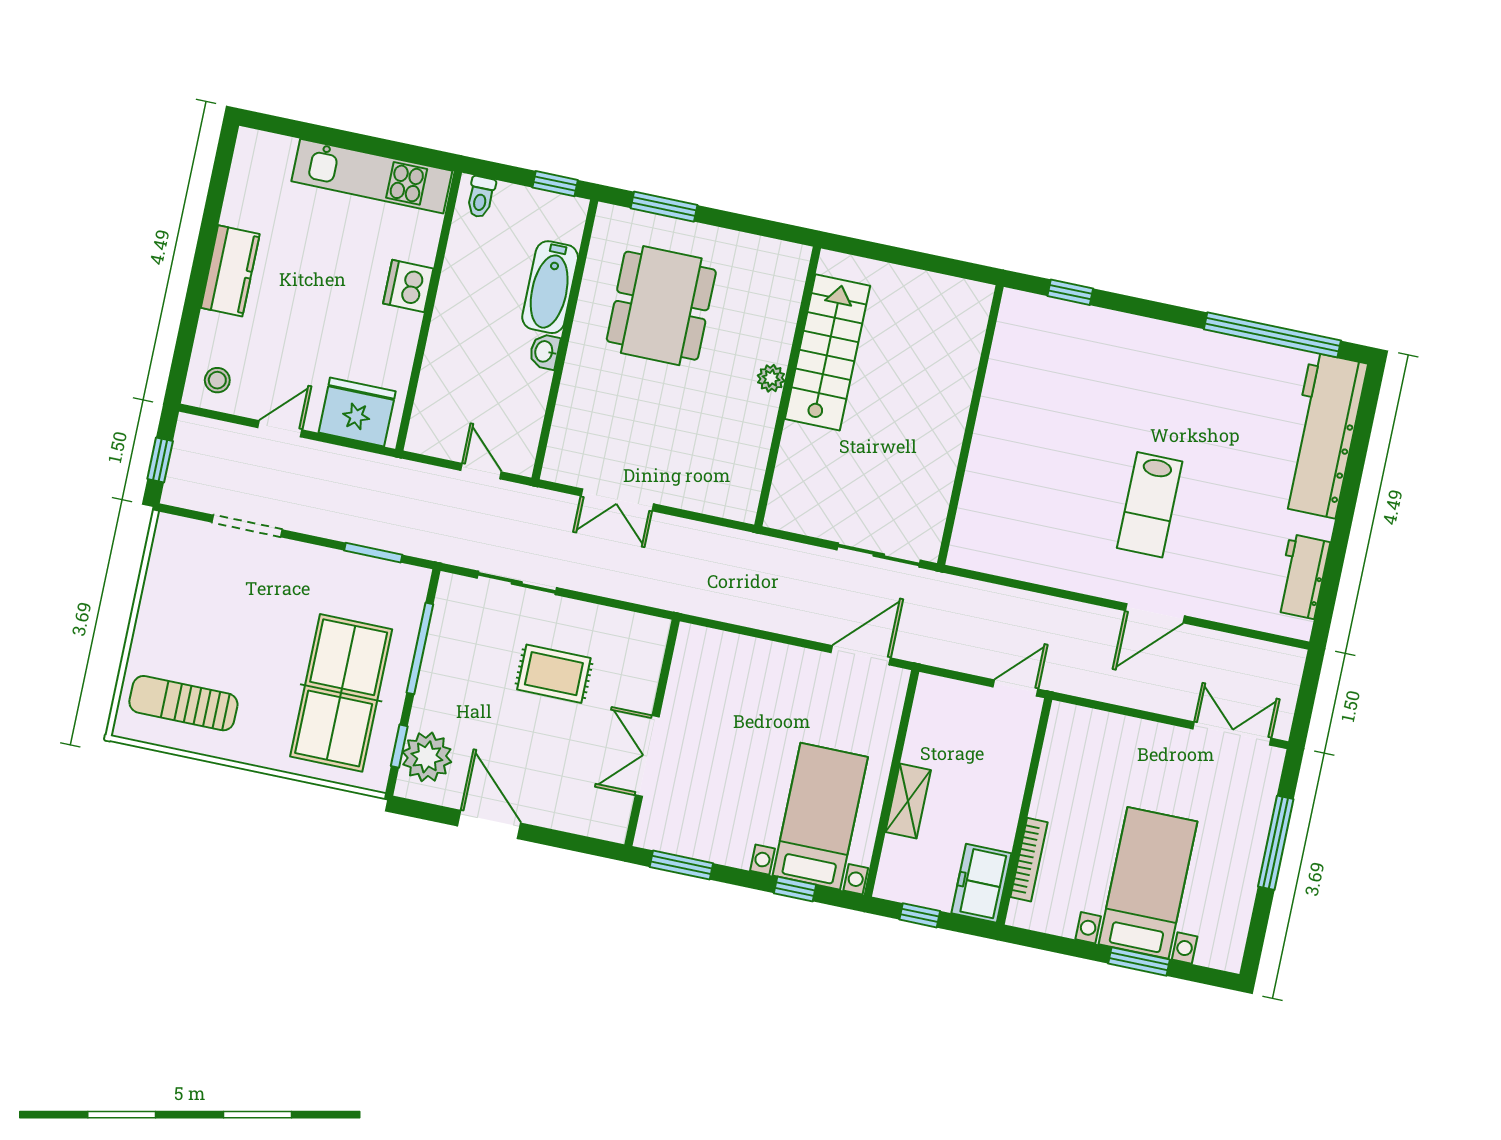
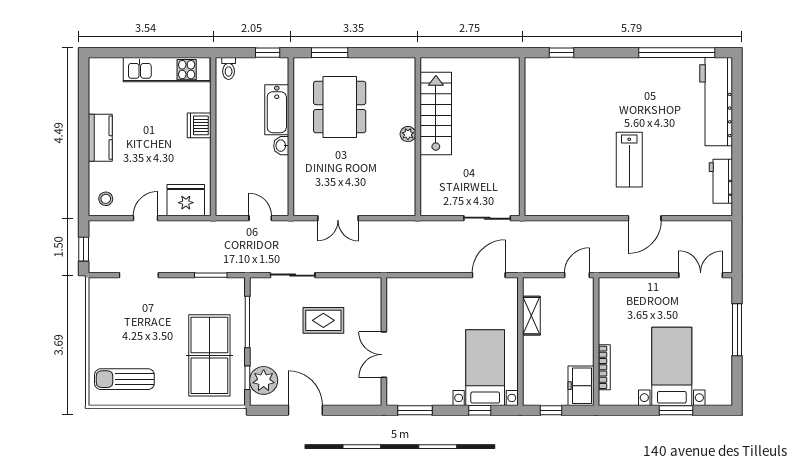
shelving: (908, 801) -> (531, 316), moved

